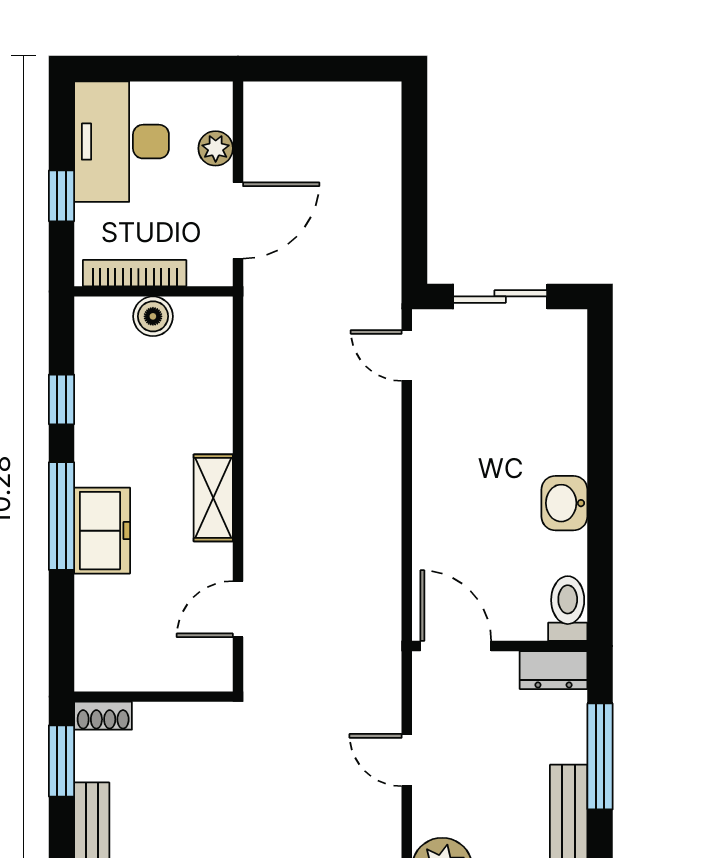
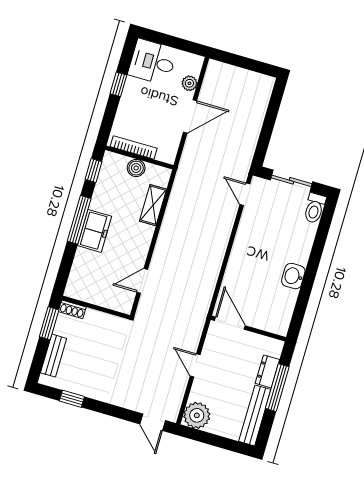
desk: (122, 142) -> (153, 62), width x0.73
bookcase: (135, 273) -> (134, 147), moved
wall: (154, 291) -> (139, 158), moved
boiler: (153, 316) -> (136, 168), moved
shelving: (213, 498) -> (153, 205), moved
toilet: (568, 608) -> (315, 208), moved, turned 180
dresser: (554, 670) -> (267, 371), moved, turned 90

